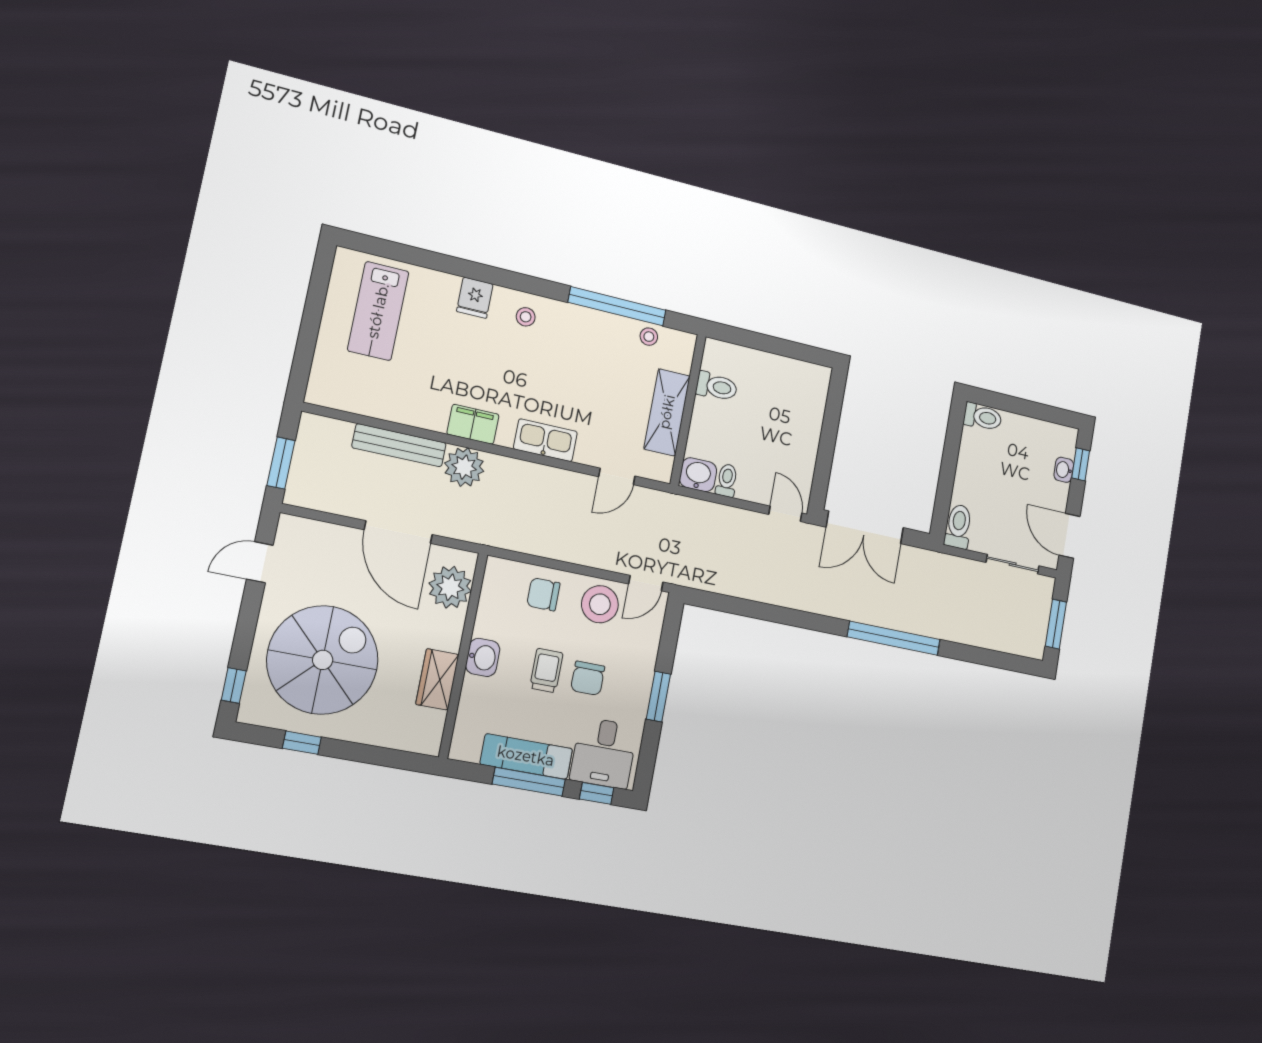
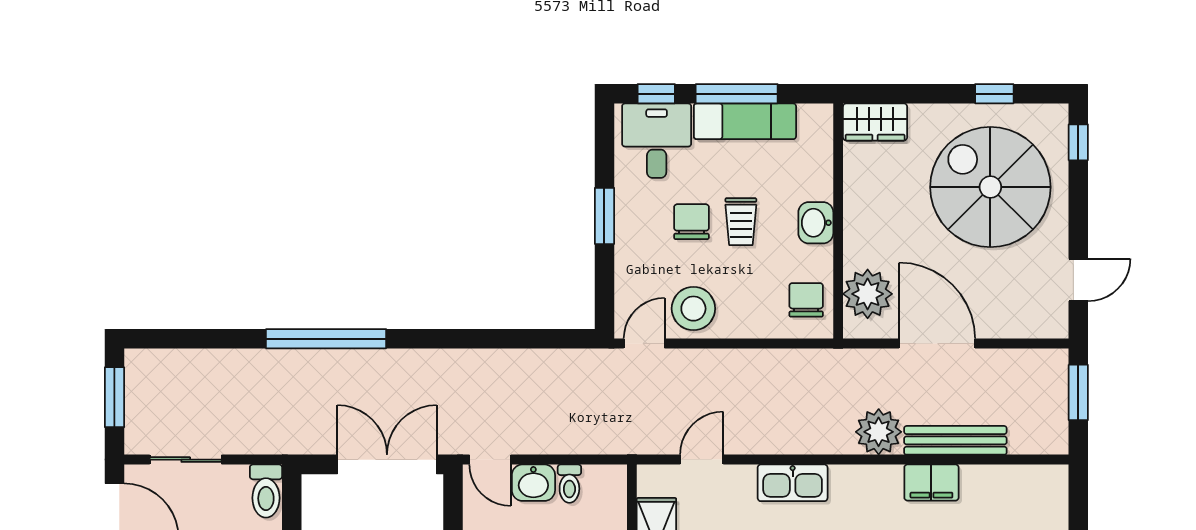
filing cabinet: (473, 424) -> (931, 483), moved
washbasin: (698, 475) -> (533, 483), moved
chair: (543, 594) -> (806, 300), moved, turned -90
spiral stairs: (323, 660) -> (990, 187), turned 90
wardrobe: (437, 679) -> (875, 122), moved, turned 90

